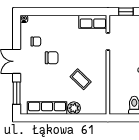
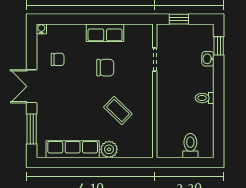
row of seats: (93, 22) -> (105, 33), moved
chair: (52, 58) -> (105, 68), moved

